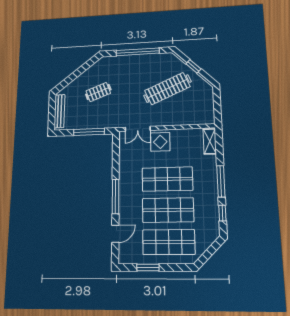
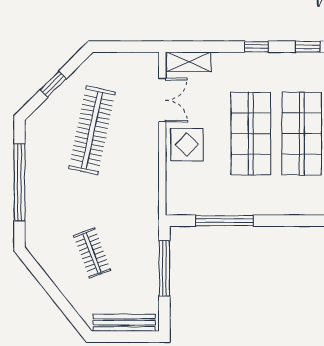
clothes rail: (167, 89) -> (92, 130), turned 36
double door: (138, 129) -> (162, 100), moved
window: (221, 181) -> (257, 47), width x0.46
window: (116, 196) -> (224, 221), moved

